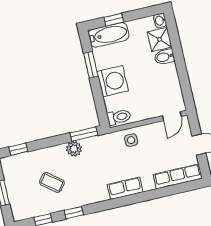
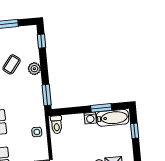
bathtub: (109, 35) -> (113, 118), moved, turned -90
washing machine: (113, 81) -> (90, 118), width x0.53, depth x0.53
plant: (74, 149) -> (34, 69), moved

